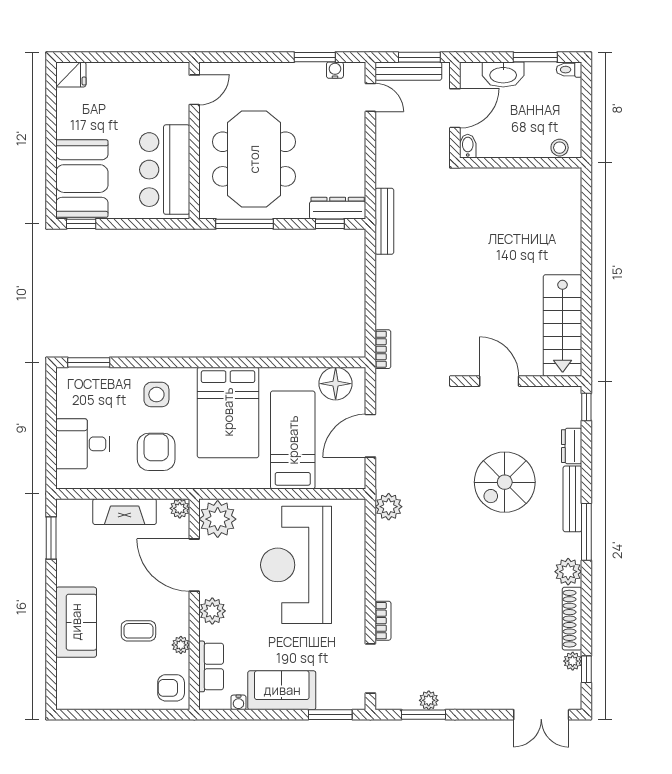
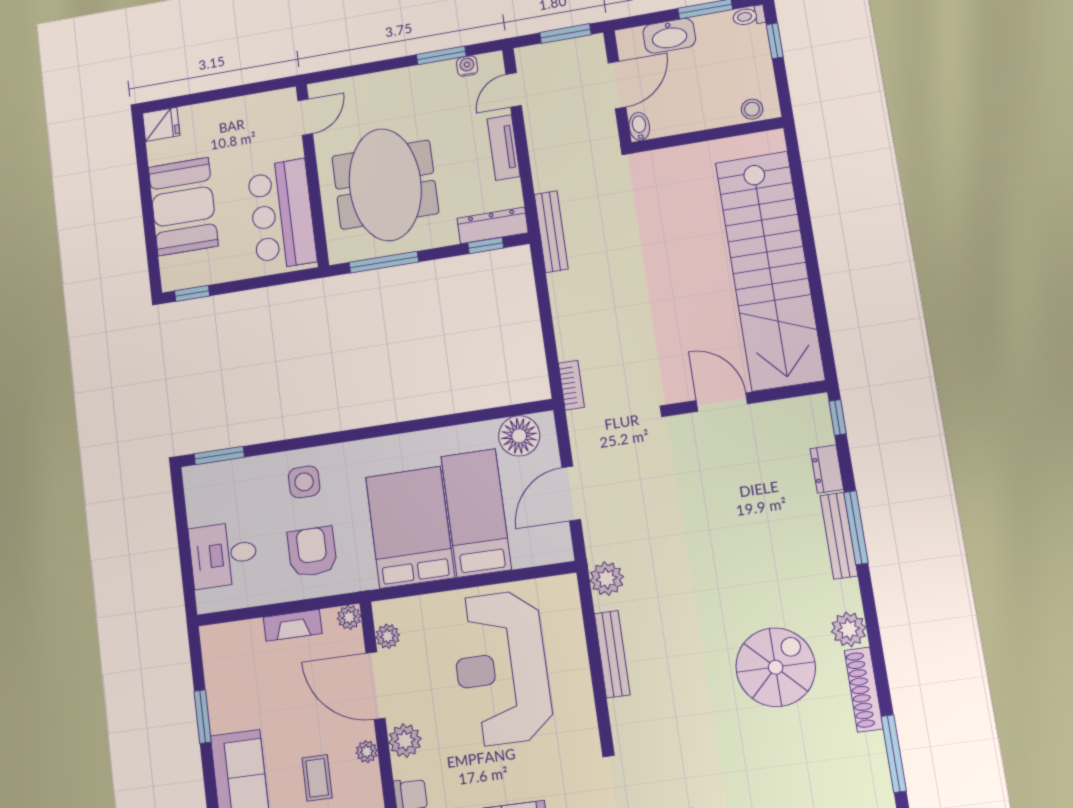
bench: (408, 71) -> (612, 654), moved, turned 90
window: (586, 94) -> (775, 41), added
door: (370, 97) -> (514, 90), swing flipped
tv unit: (356, 145) -> (504, 148), added
booth: (82, 179) -> (183, 207), moved
stairs: (563, 326) -> (770, 270), width x1.86, depth x1.51
bed: (228, 412) -> (410, 527), moved, turned 180
spiral stairs: (505, 482) -> (776, 667), moved, turned 180
fireplace: (125, 512) -> (293, 625), width x0.73, depth x0.76
plant: (218, 519) -> (388, 636), width x0.53, depth x0.53
window: (586, 532) -> (856, 528), moved
window: (51, 538) -> (203, 717), moved
bookcase: (383, 621) -> (620, 725), removed
coffee table: (138, 631) -> (317, 778), turned 90
plant: (181, 645) -> (367, 752), moved
plant: (573, 661) -> (874, 745), removed
window: (586, 669) -> (894, 754), width x2.17

